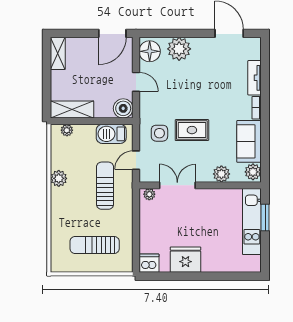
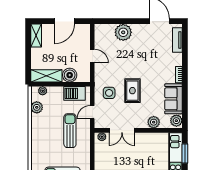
door: (112, 33) -> (65, 21), moved
floor lamp: (150, 51) -> (102, 34), removed
tv unit: (255, 78) -> (177, 40), moved
boiler: (123, 108) -> (70, 75), moved
rug: (192, 130) -> (132, 91), turned 90
plant: (59, 178) -> (37, 107), moved
double door: (177, 185) -> (122, 130), swing flipped

